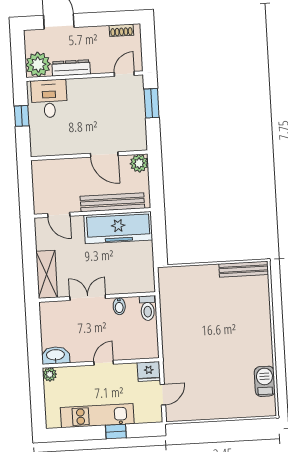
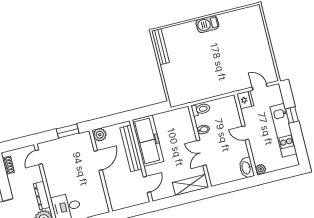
door: (124, 74) -> (39, 157), hinge flipped
window: (152, 103) -> (68, 131), moved
barbecue: (265, 381) -> (207, 24), moved

